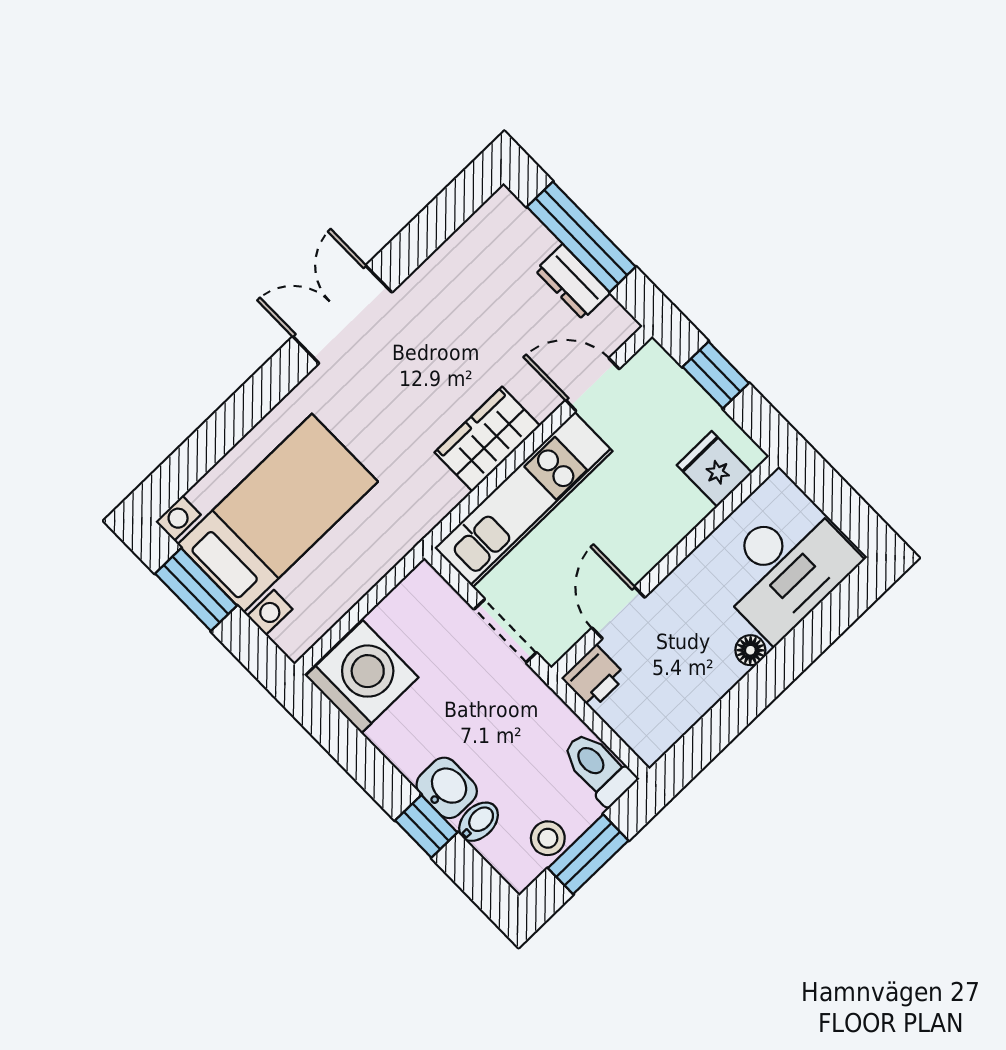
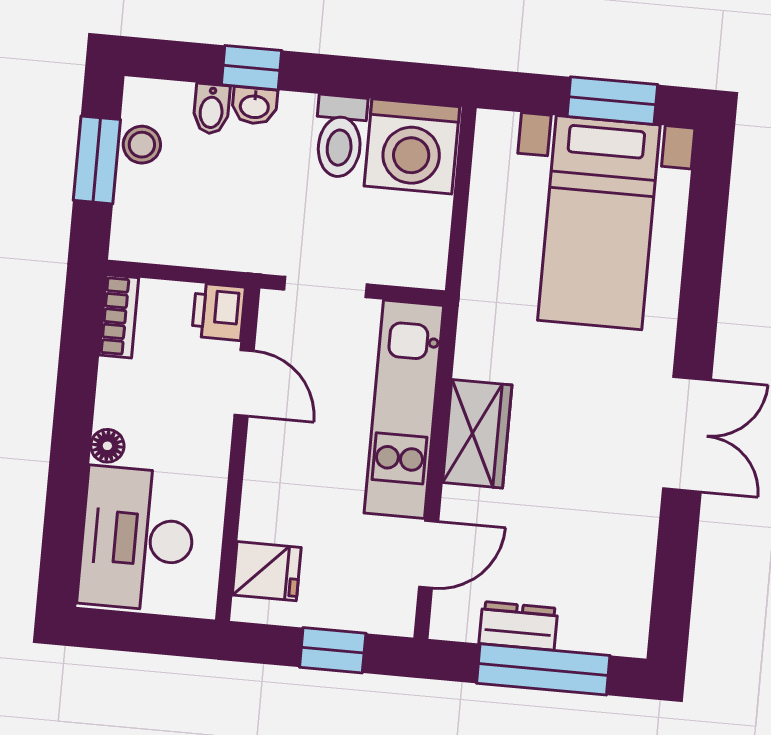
bookcase: (666, 733) -> (119, 316), added
toilet: (598, 768) -> (340, 136), moved, turned 90
washbasin: (447, 788) -> (254, 106), width x0.72, depth x0.69

